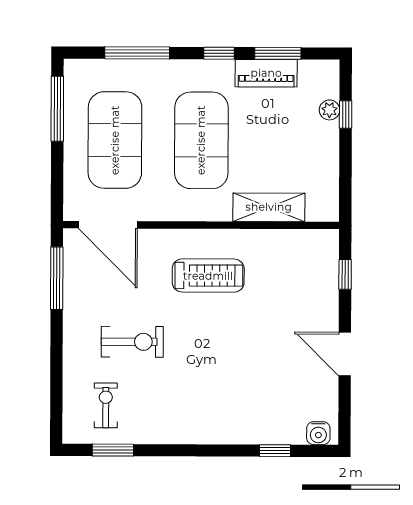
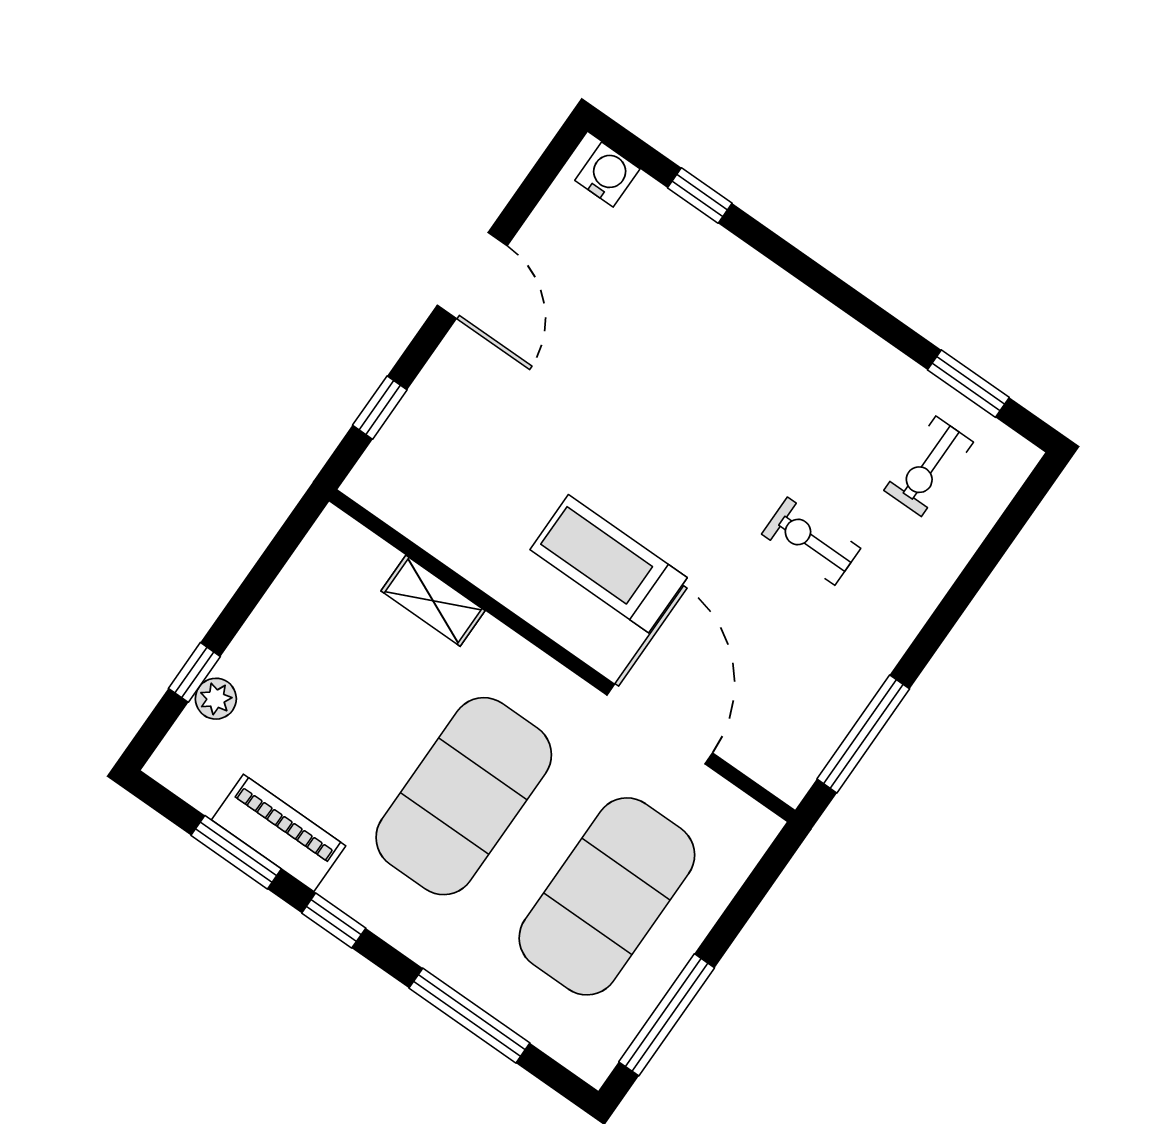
shelving: (269, 207) -> (433, 601), width x0.67, depth x0.75
door: (108, 225) -> (660, 724), moved
exercise bike: (132, 342) -> (811, 541), width x0.73, depth x0.72

